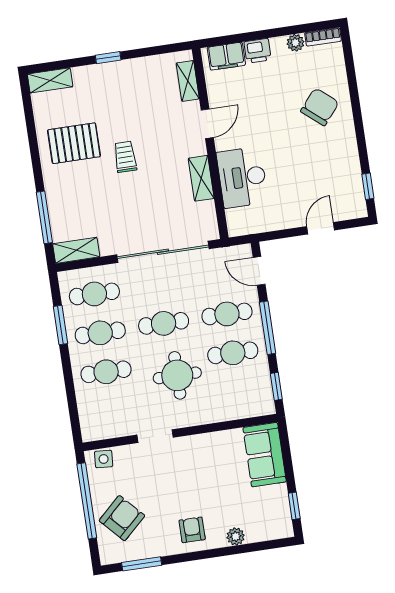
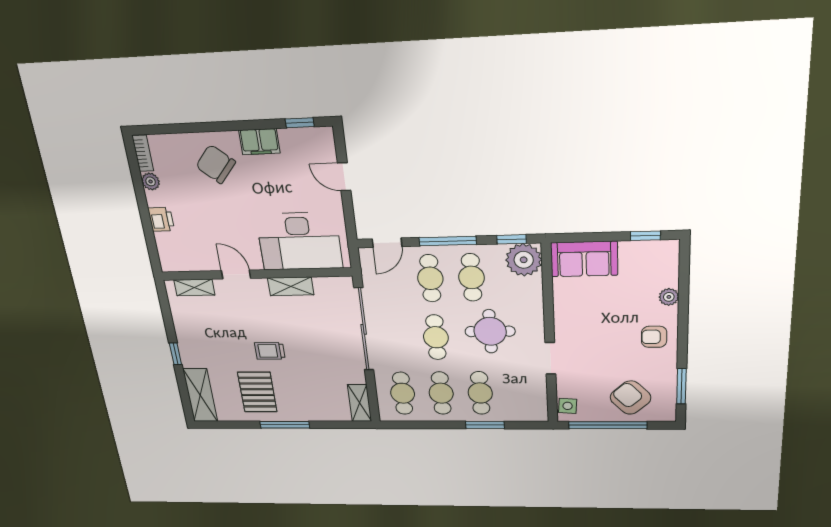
filing cabinet: (226, 56) -> (259, 142), moved, turned 90
shelving: (50, 80) -> (200, 395), width x1.50, depth x1.33
desk: (242, 177) -> (299, 241), width x1.36, depth x1.30
window: (44, 217) -> (285, 425), moved
window: (61, 325) -> (485, 425), moved
plant: (257, 400) -> (524, 260), added

